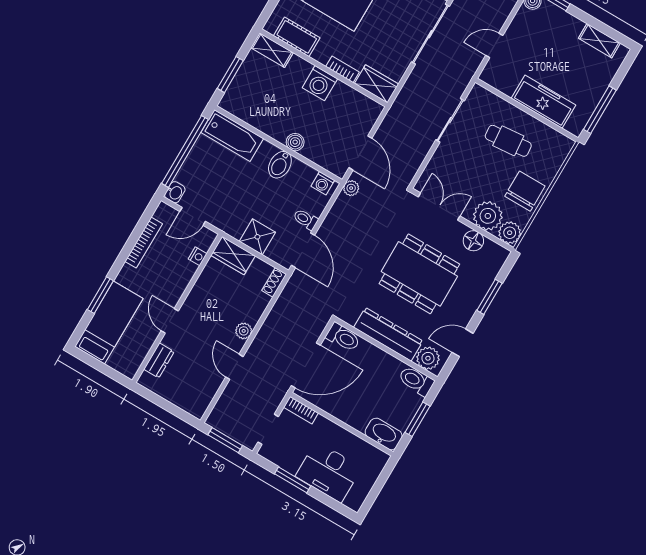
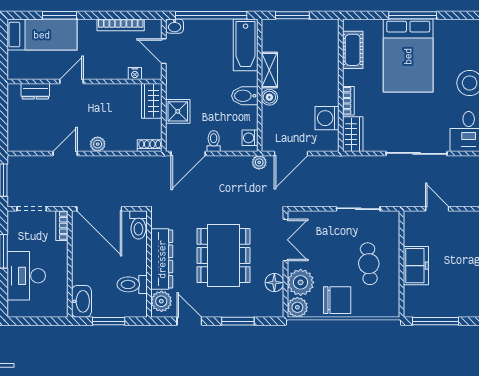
shelving: (272, 50) -> (269, 70), moved
washing machine: (320, 83) -> (327, 118), moved
freezer: (544, 102) -> (416, 266), width x0.71
toilet: (416, 381) -> (132, 284), moved, turned -90

